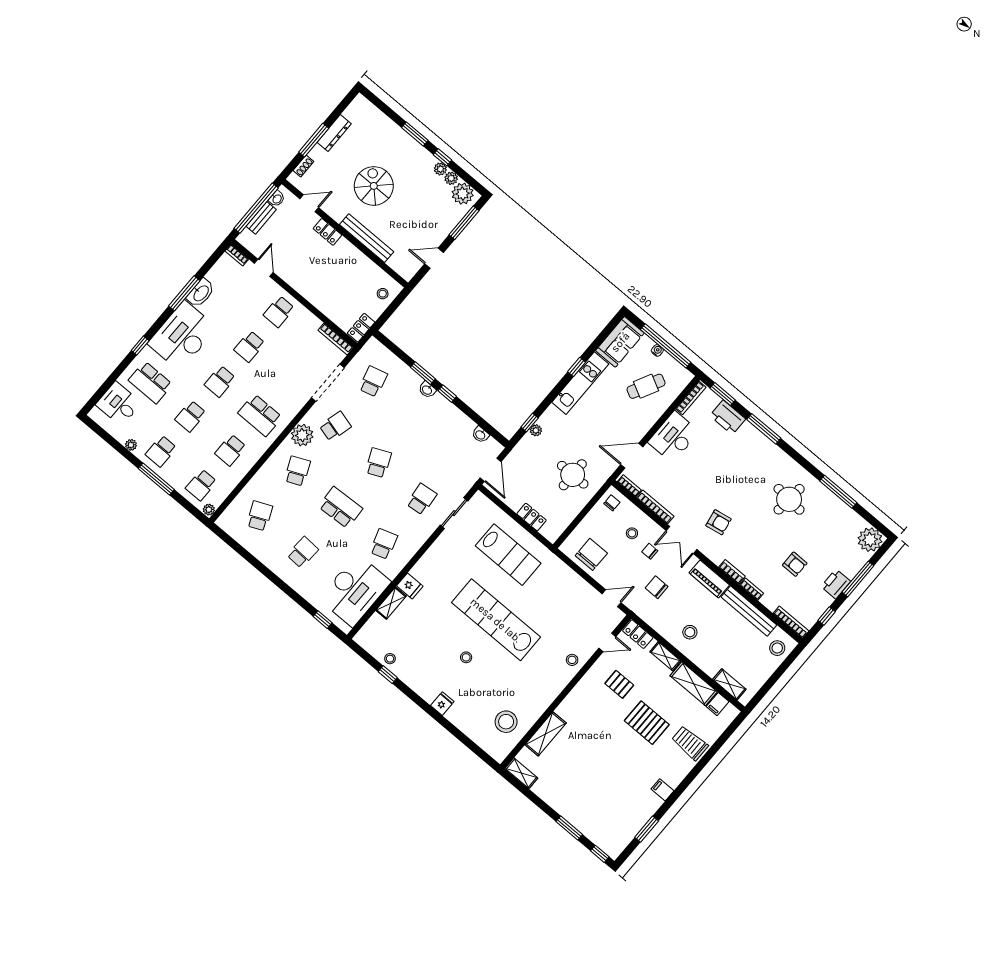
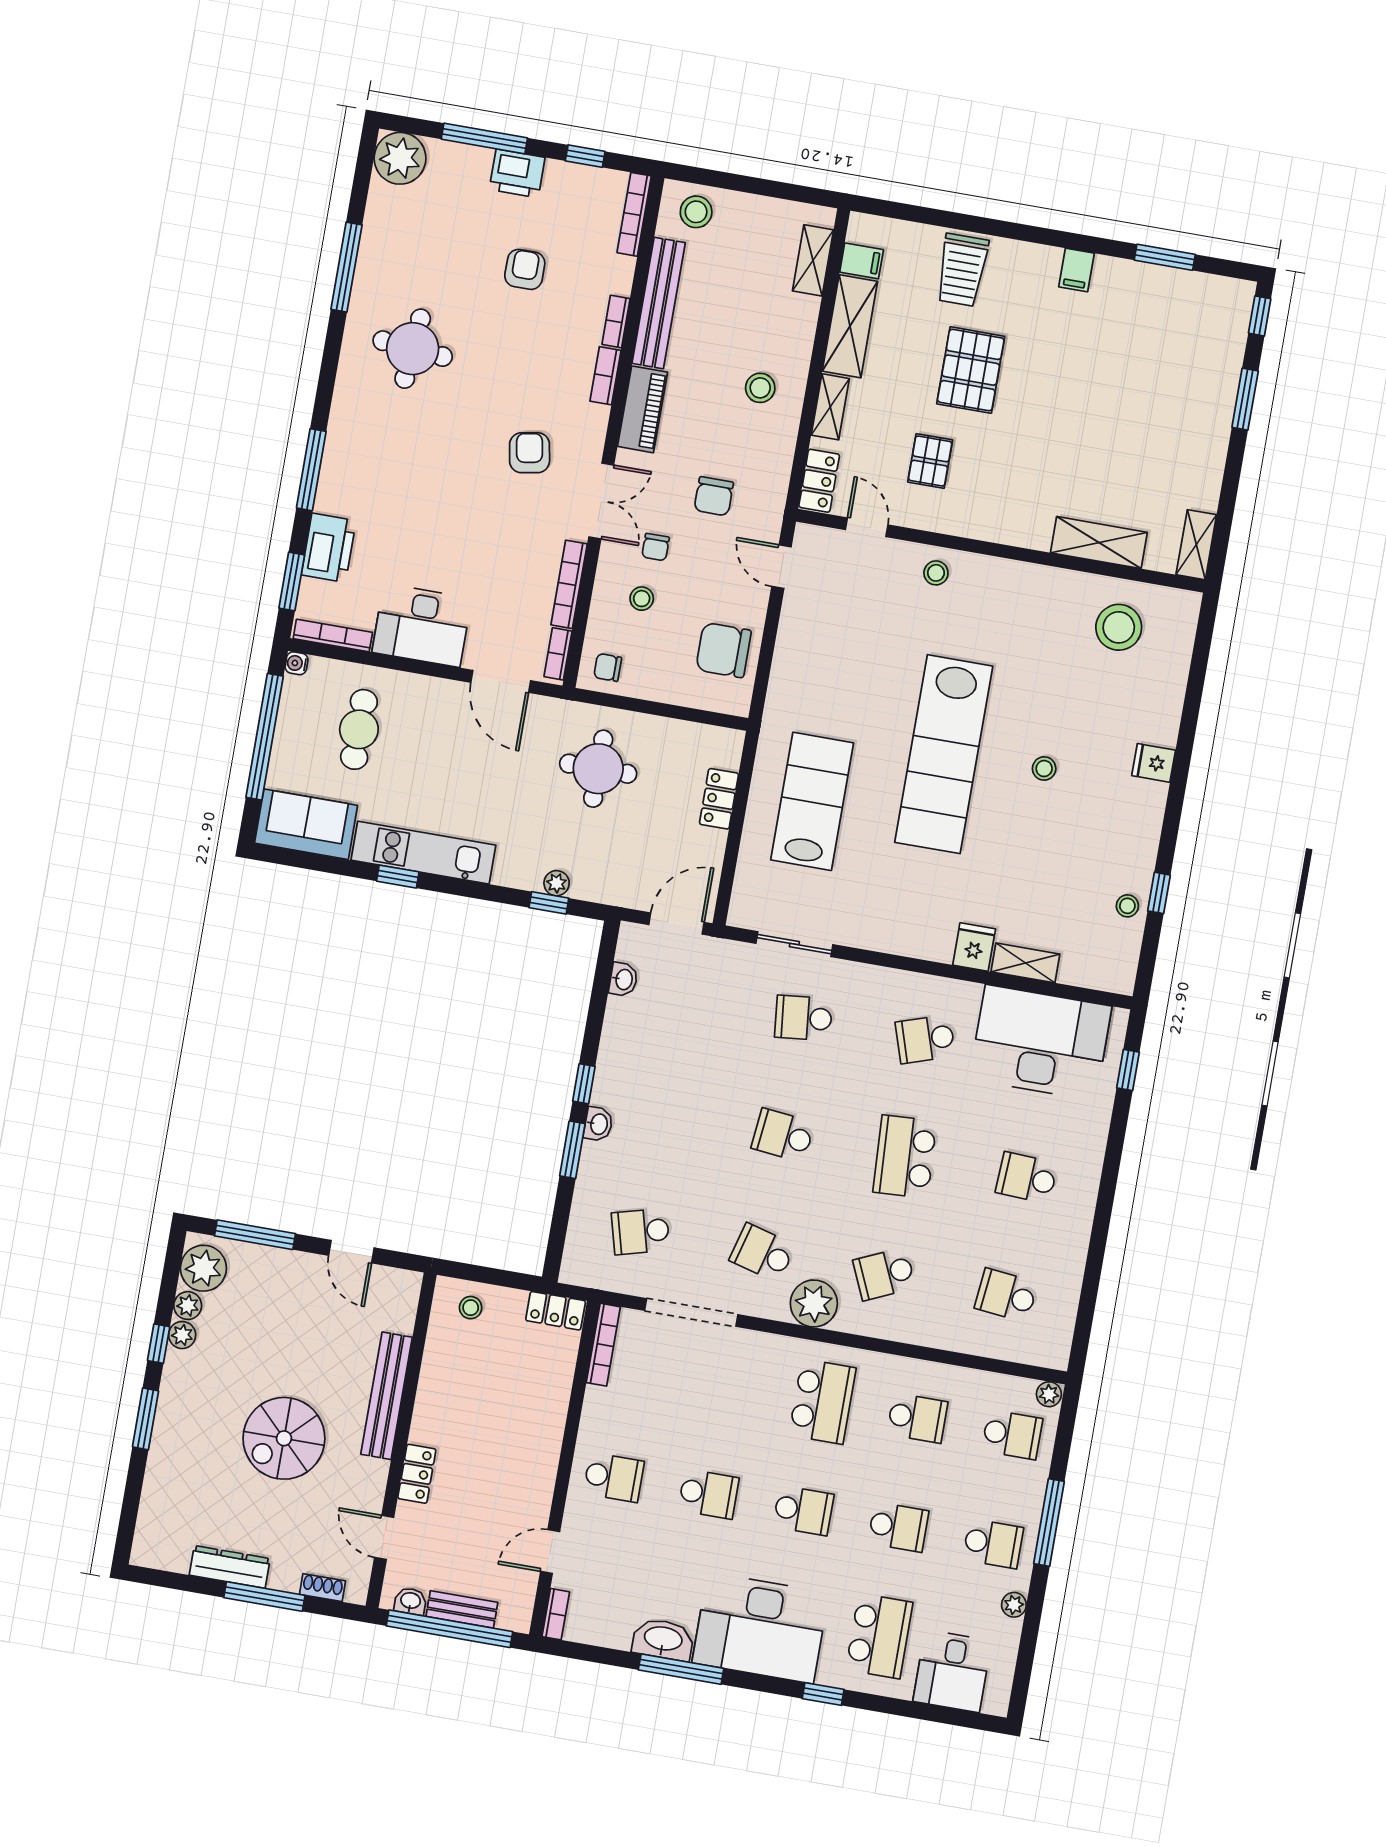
water cooler: (657, 350) -> (297, 663), moved
cafe table: (646, 386) -> (359, 729), turned 63
school desk: (378, 463) -> (783, 1135), turned 30
school desk: (260, 516) -> (1006, 1295), turned 30

